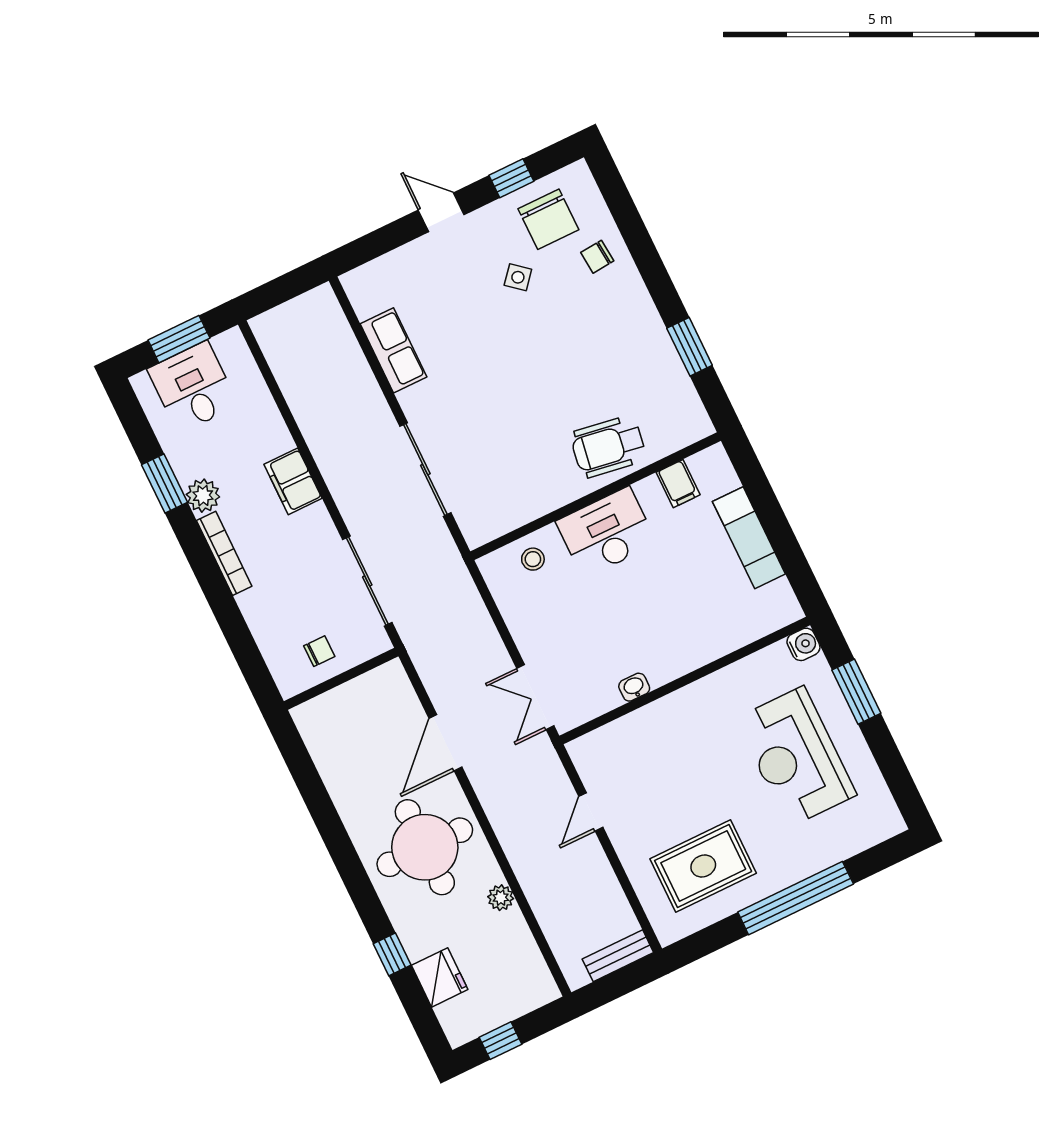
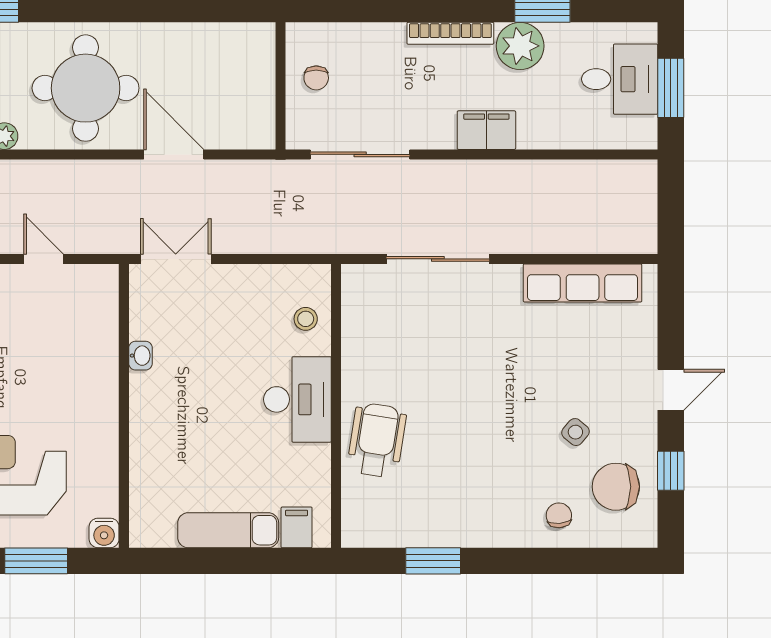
row of seats: (393, 350) -> (583, 283), width x1.48
filing cabinet: (678, 484) -> (297, 527), moved, turned 90
plant: (203, 496) -> (520, 46), width x1.36, depth x1.36

